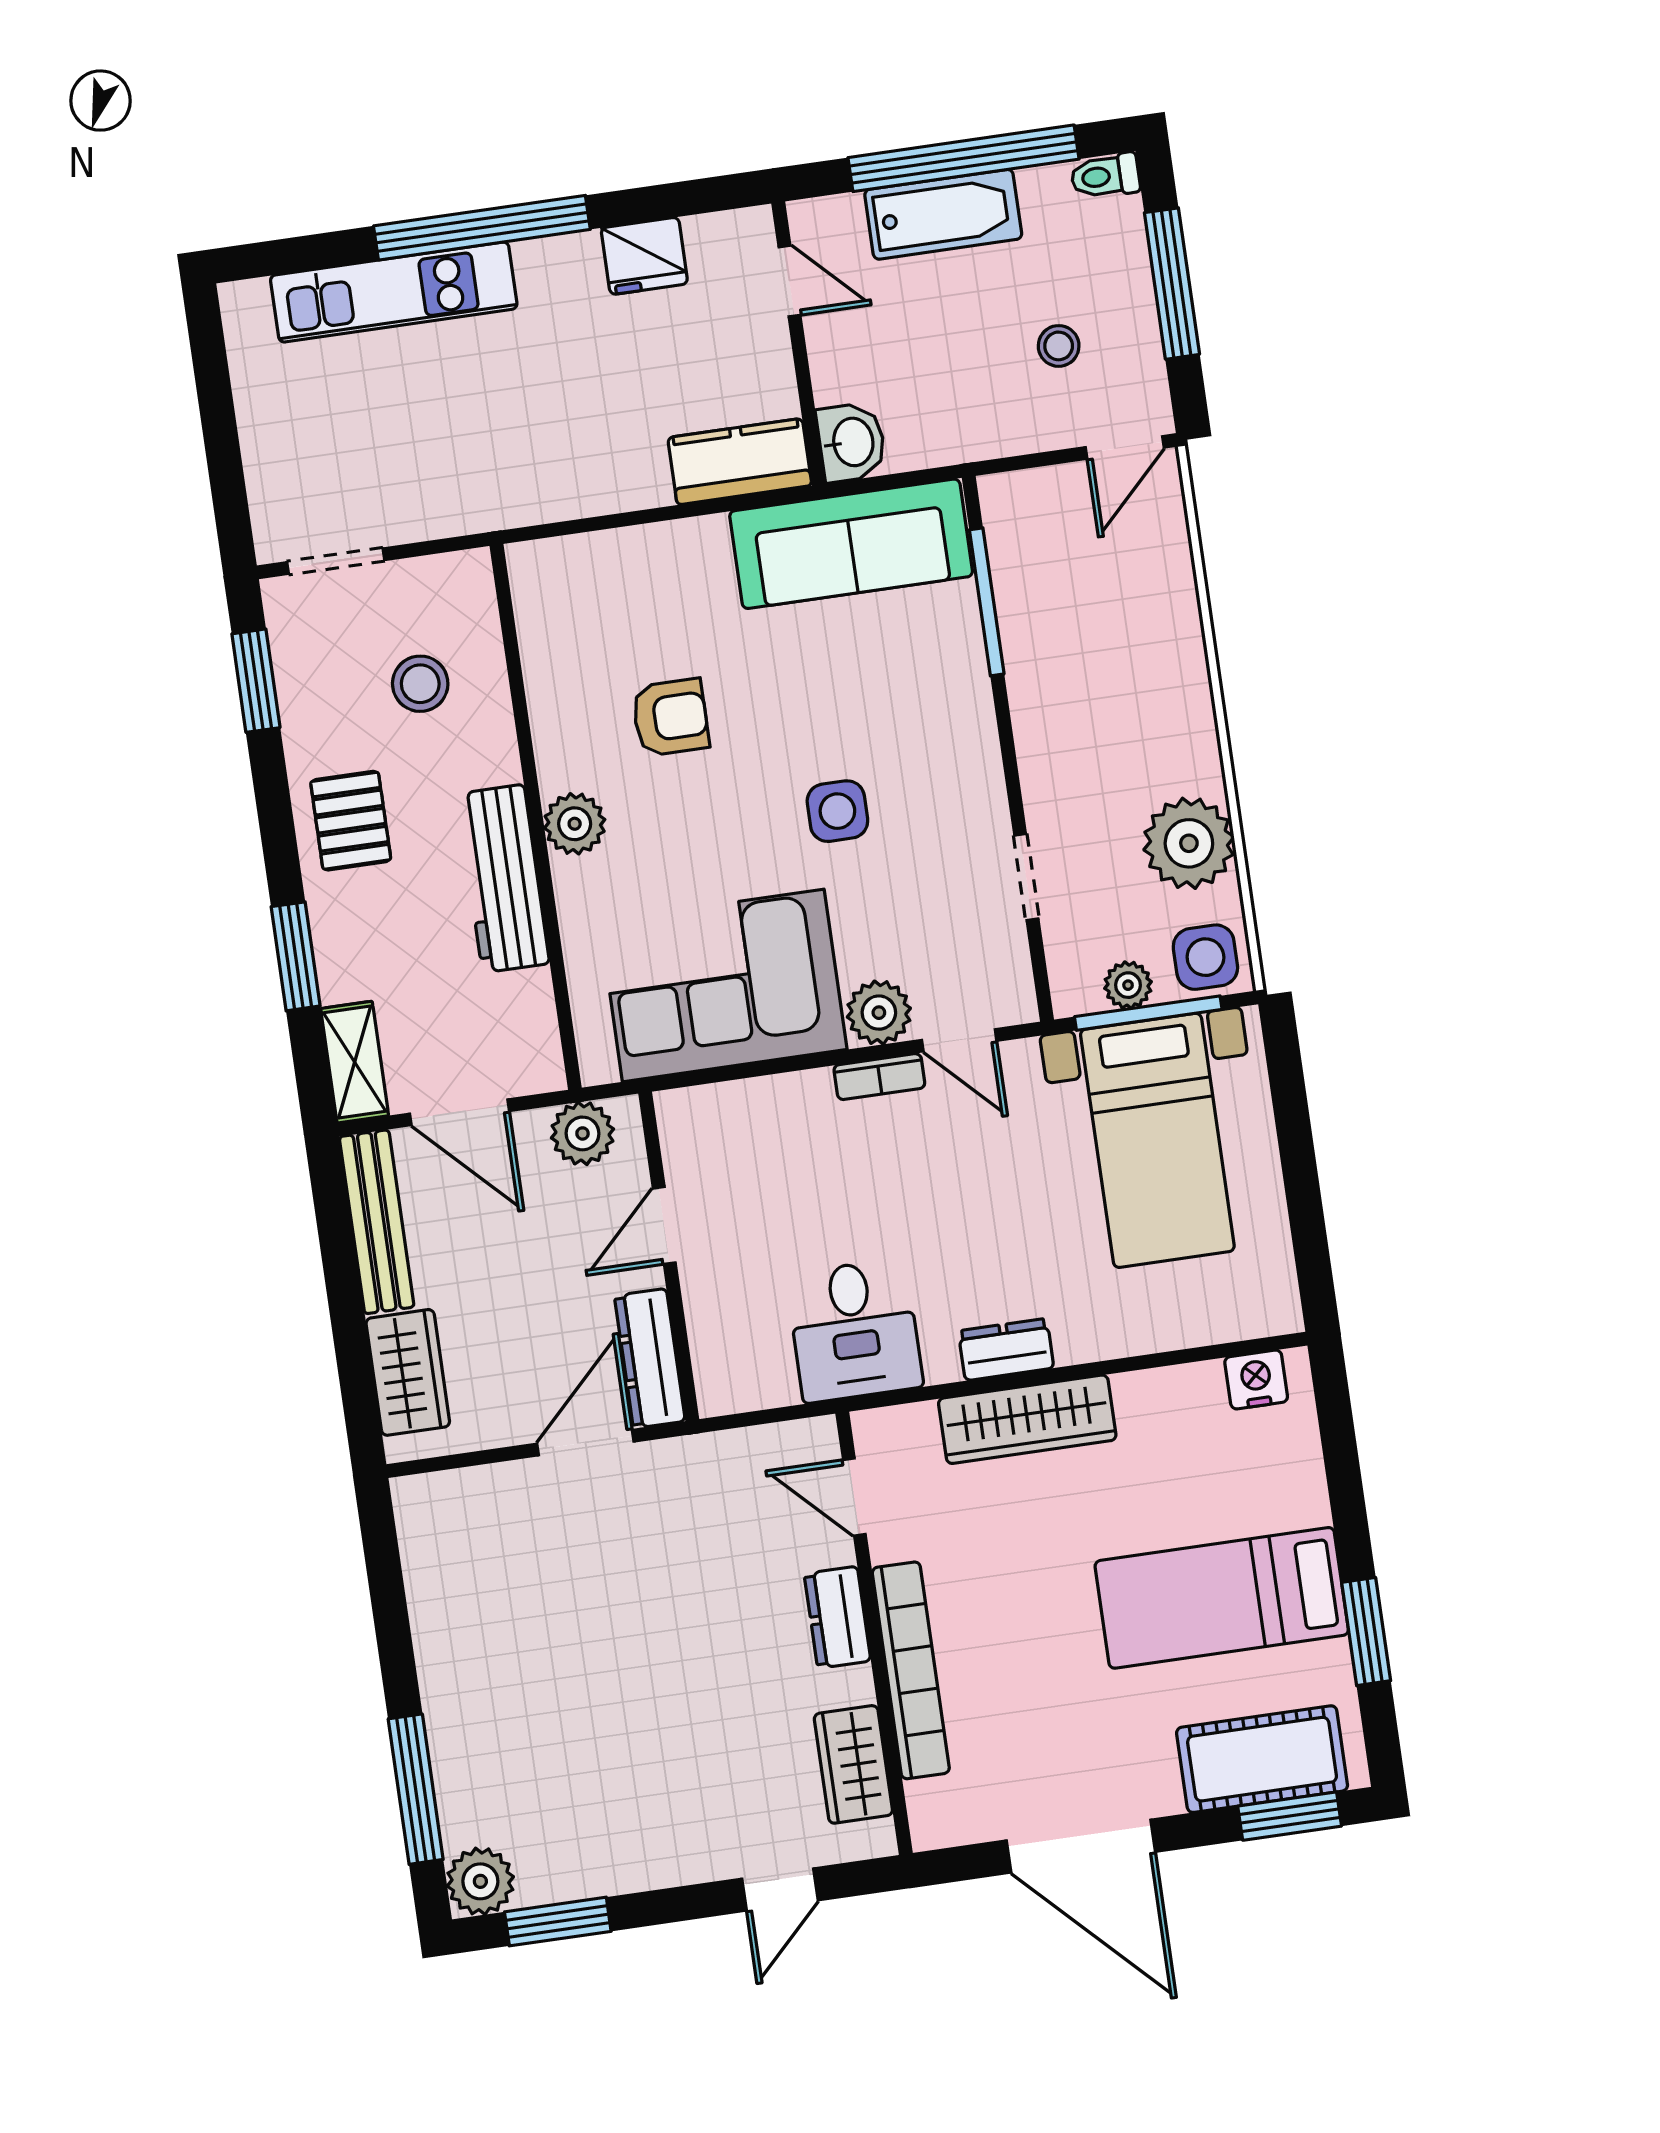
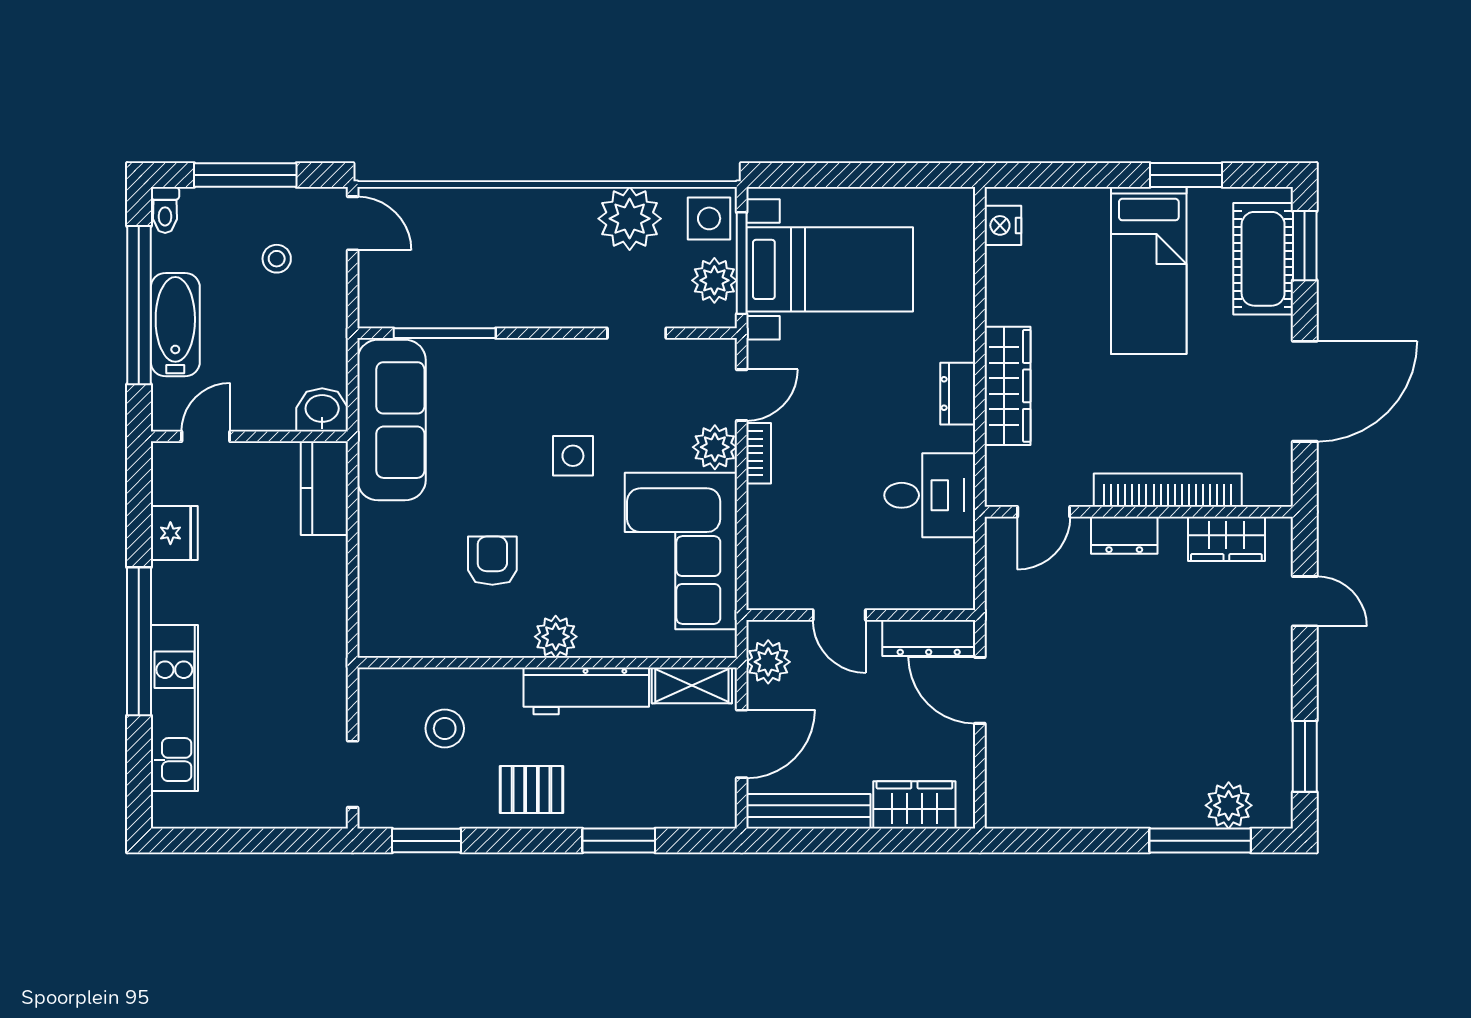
plant: (1128, 985) -> (714, 280), width x1.38, depth x1.38
shelving: (355, 1062) -> (692, 685), moved
plant: (480, 1881) -> (1229, 805), moved

